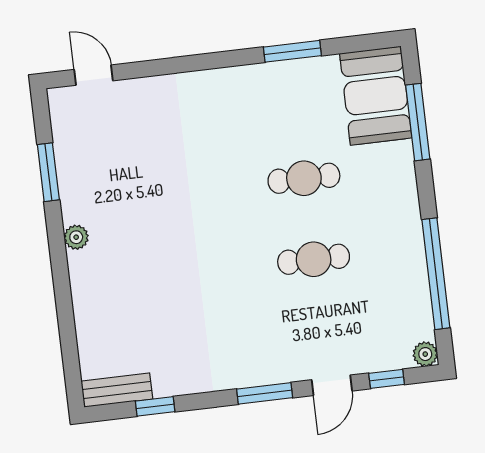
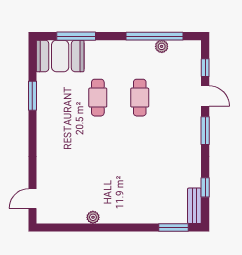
window: (48, 172) -> (174, 227), moved
plant: (76, 237) -> (93, 217), moved
plant: (425, 354) -> (162, 46), moved

